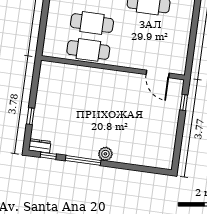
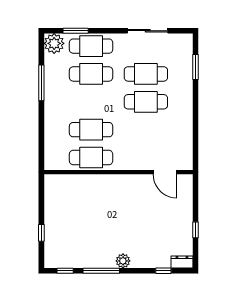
window: (184, 102) -> (196, 230), moved
dresser: (40, 146) -> (182, 262), moved
window: (143, 169) -> (163, 271), added

